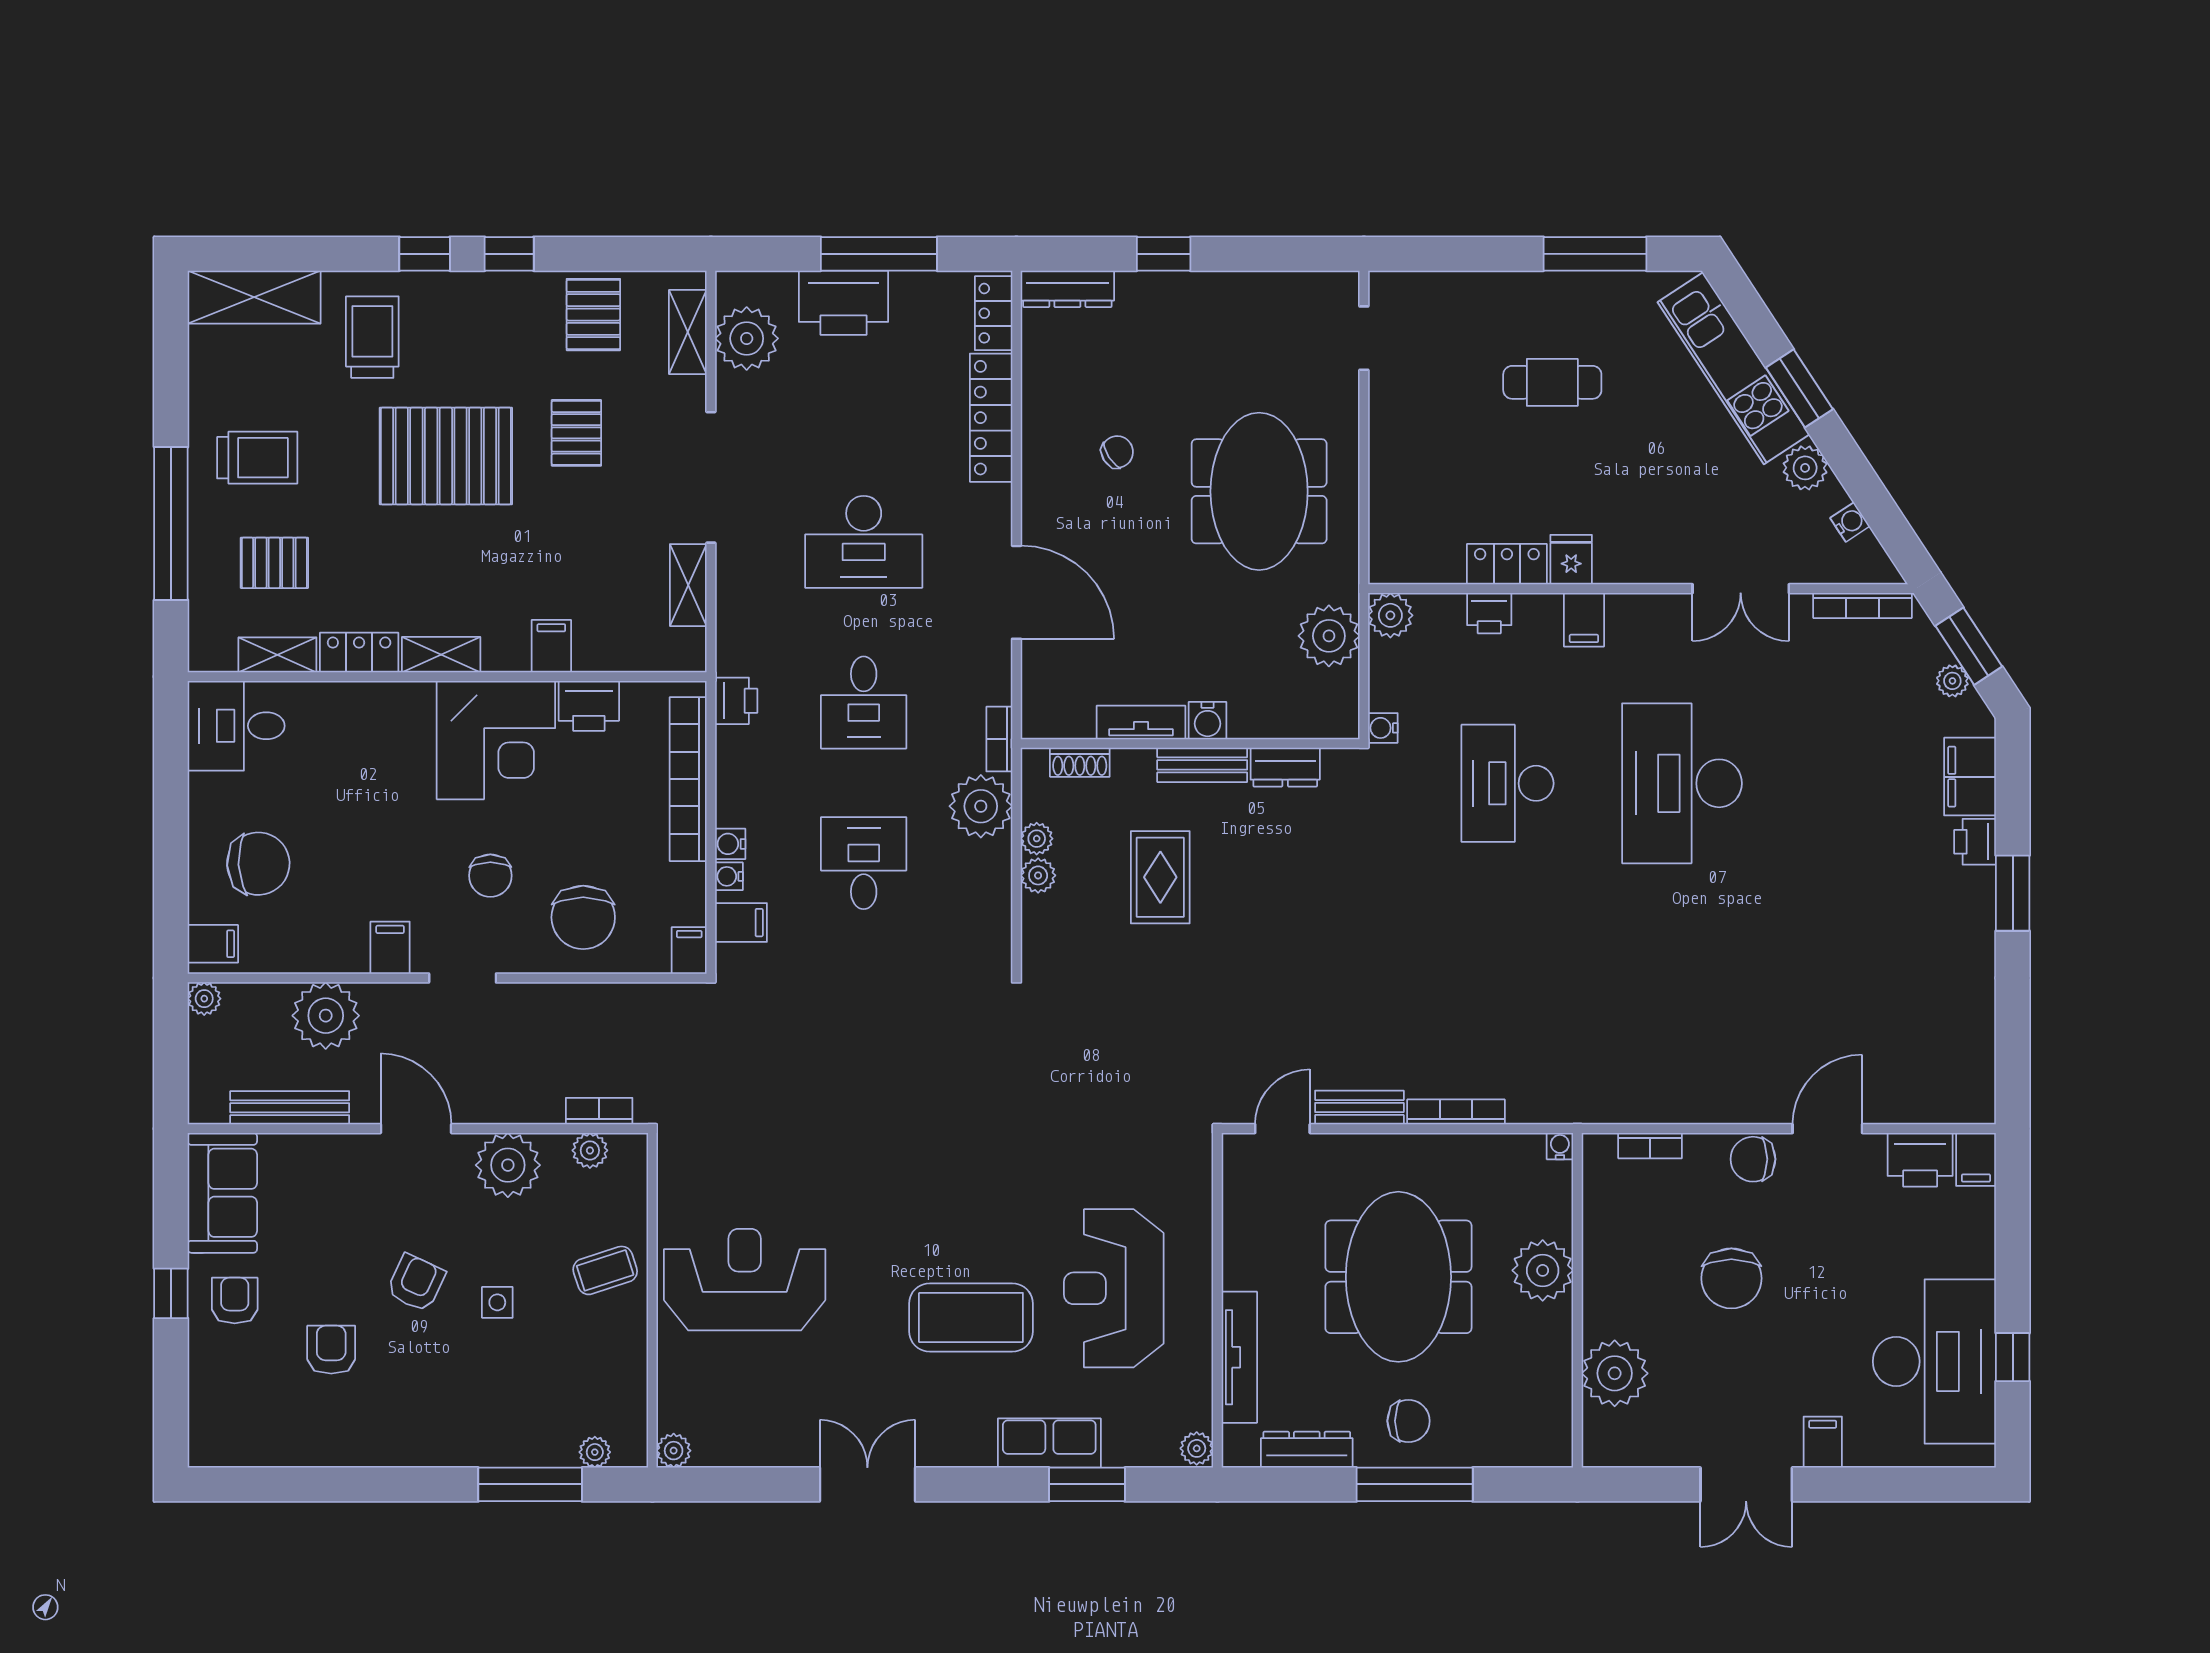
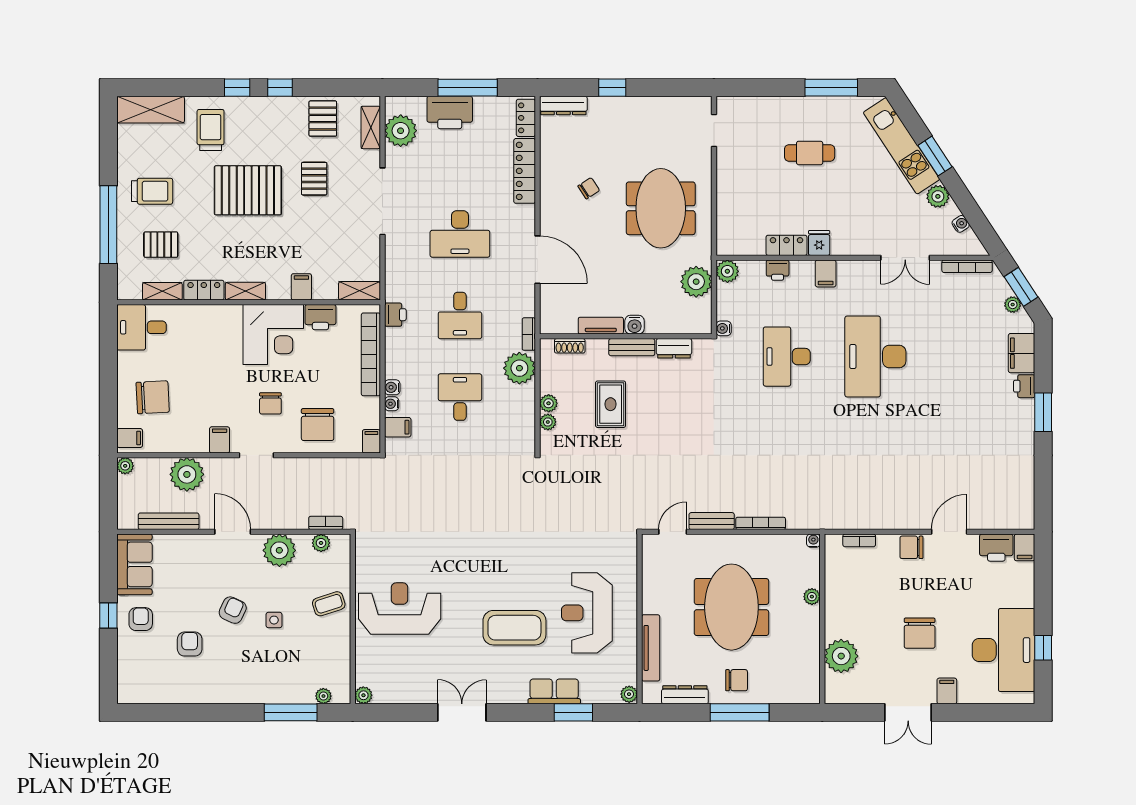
shelving: (688, 585) -> (359, 291), moved, turned 90
plant: (1037, 839) -> (548, 422), moved
plant: (1543, 1270) -> (812, 597), width x0.53, depth x0.53
chair: (1731, 1278) -> (920, 633), moved

